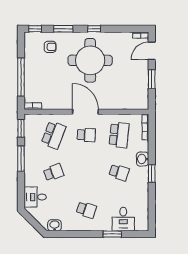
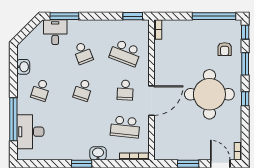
window: (21, 77) -> (214, 16), moved
door: (85, 112) -> (151, 101), moved
window: (21, 159) -> (64, 16), moved
school desk: (119, 172) -> (83, 90), moved
desk: (123, 219) -> (30, 132), width x1.37
washbasin: (55, 225) -> (23, 67), moved
window: (112, 234) -> (13, 119), width x2.11

